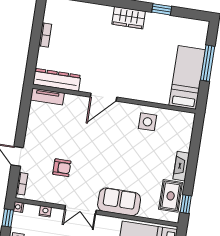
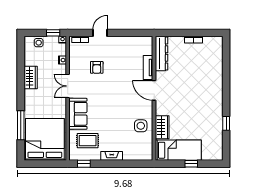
wardrobe: (129, 18) -> (162, 127), moved, turned 180
window: (208, 63) -> (191, 164), width x0.46
tv unit: (47, 96) -> (148, 68), moved
rug: (171, 196) -> (88, 141), moved

